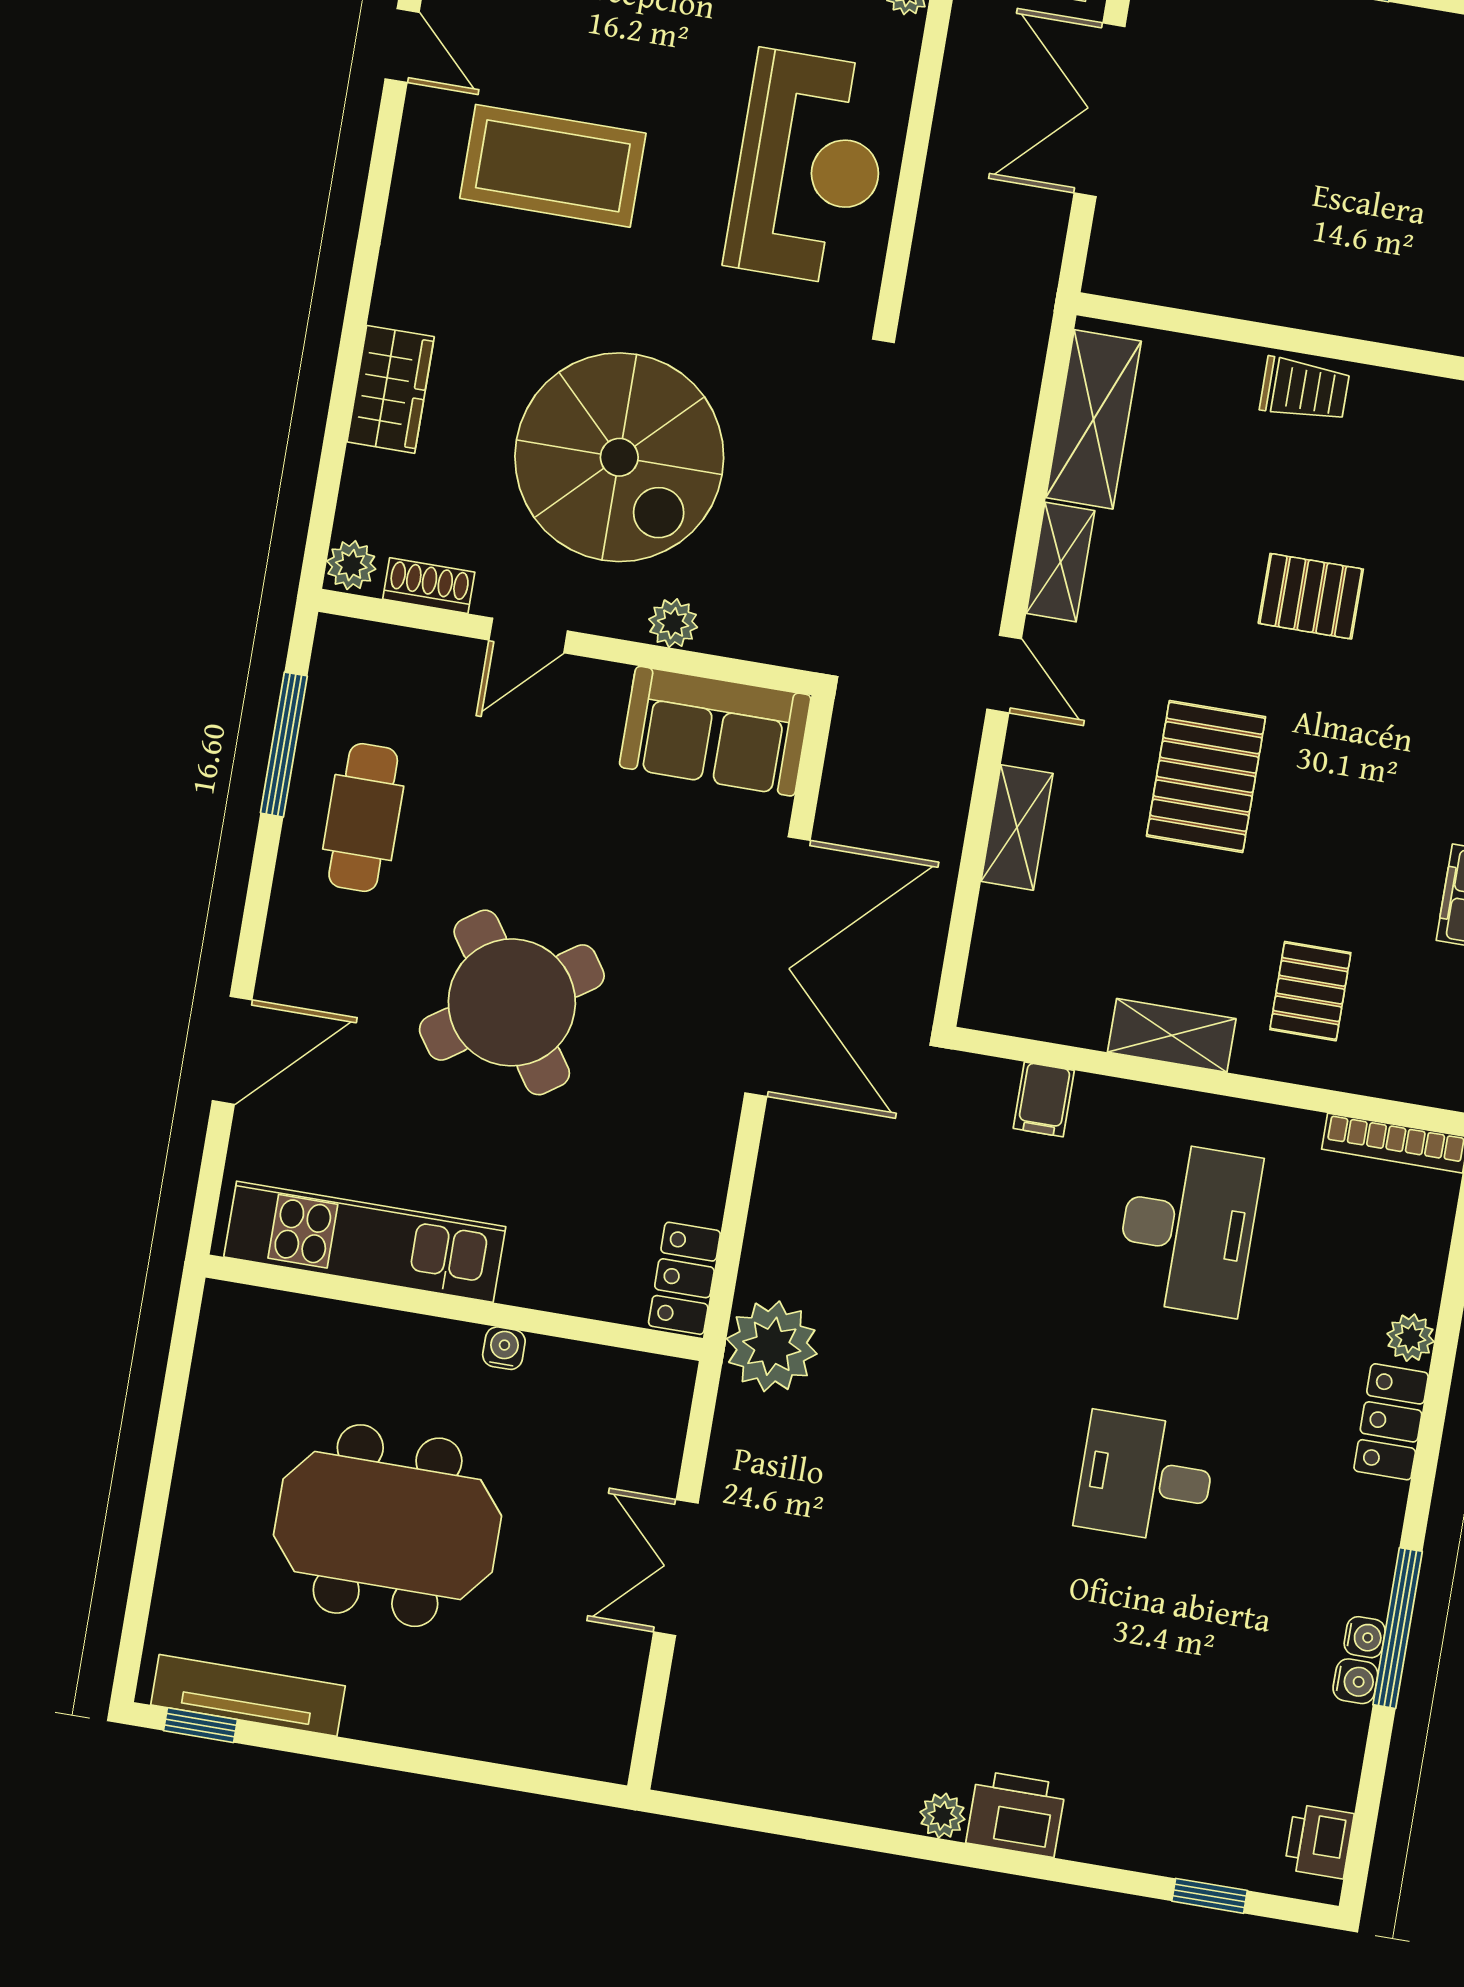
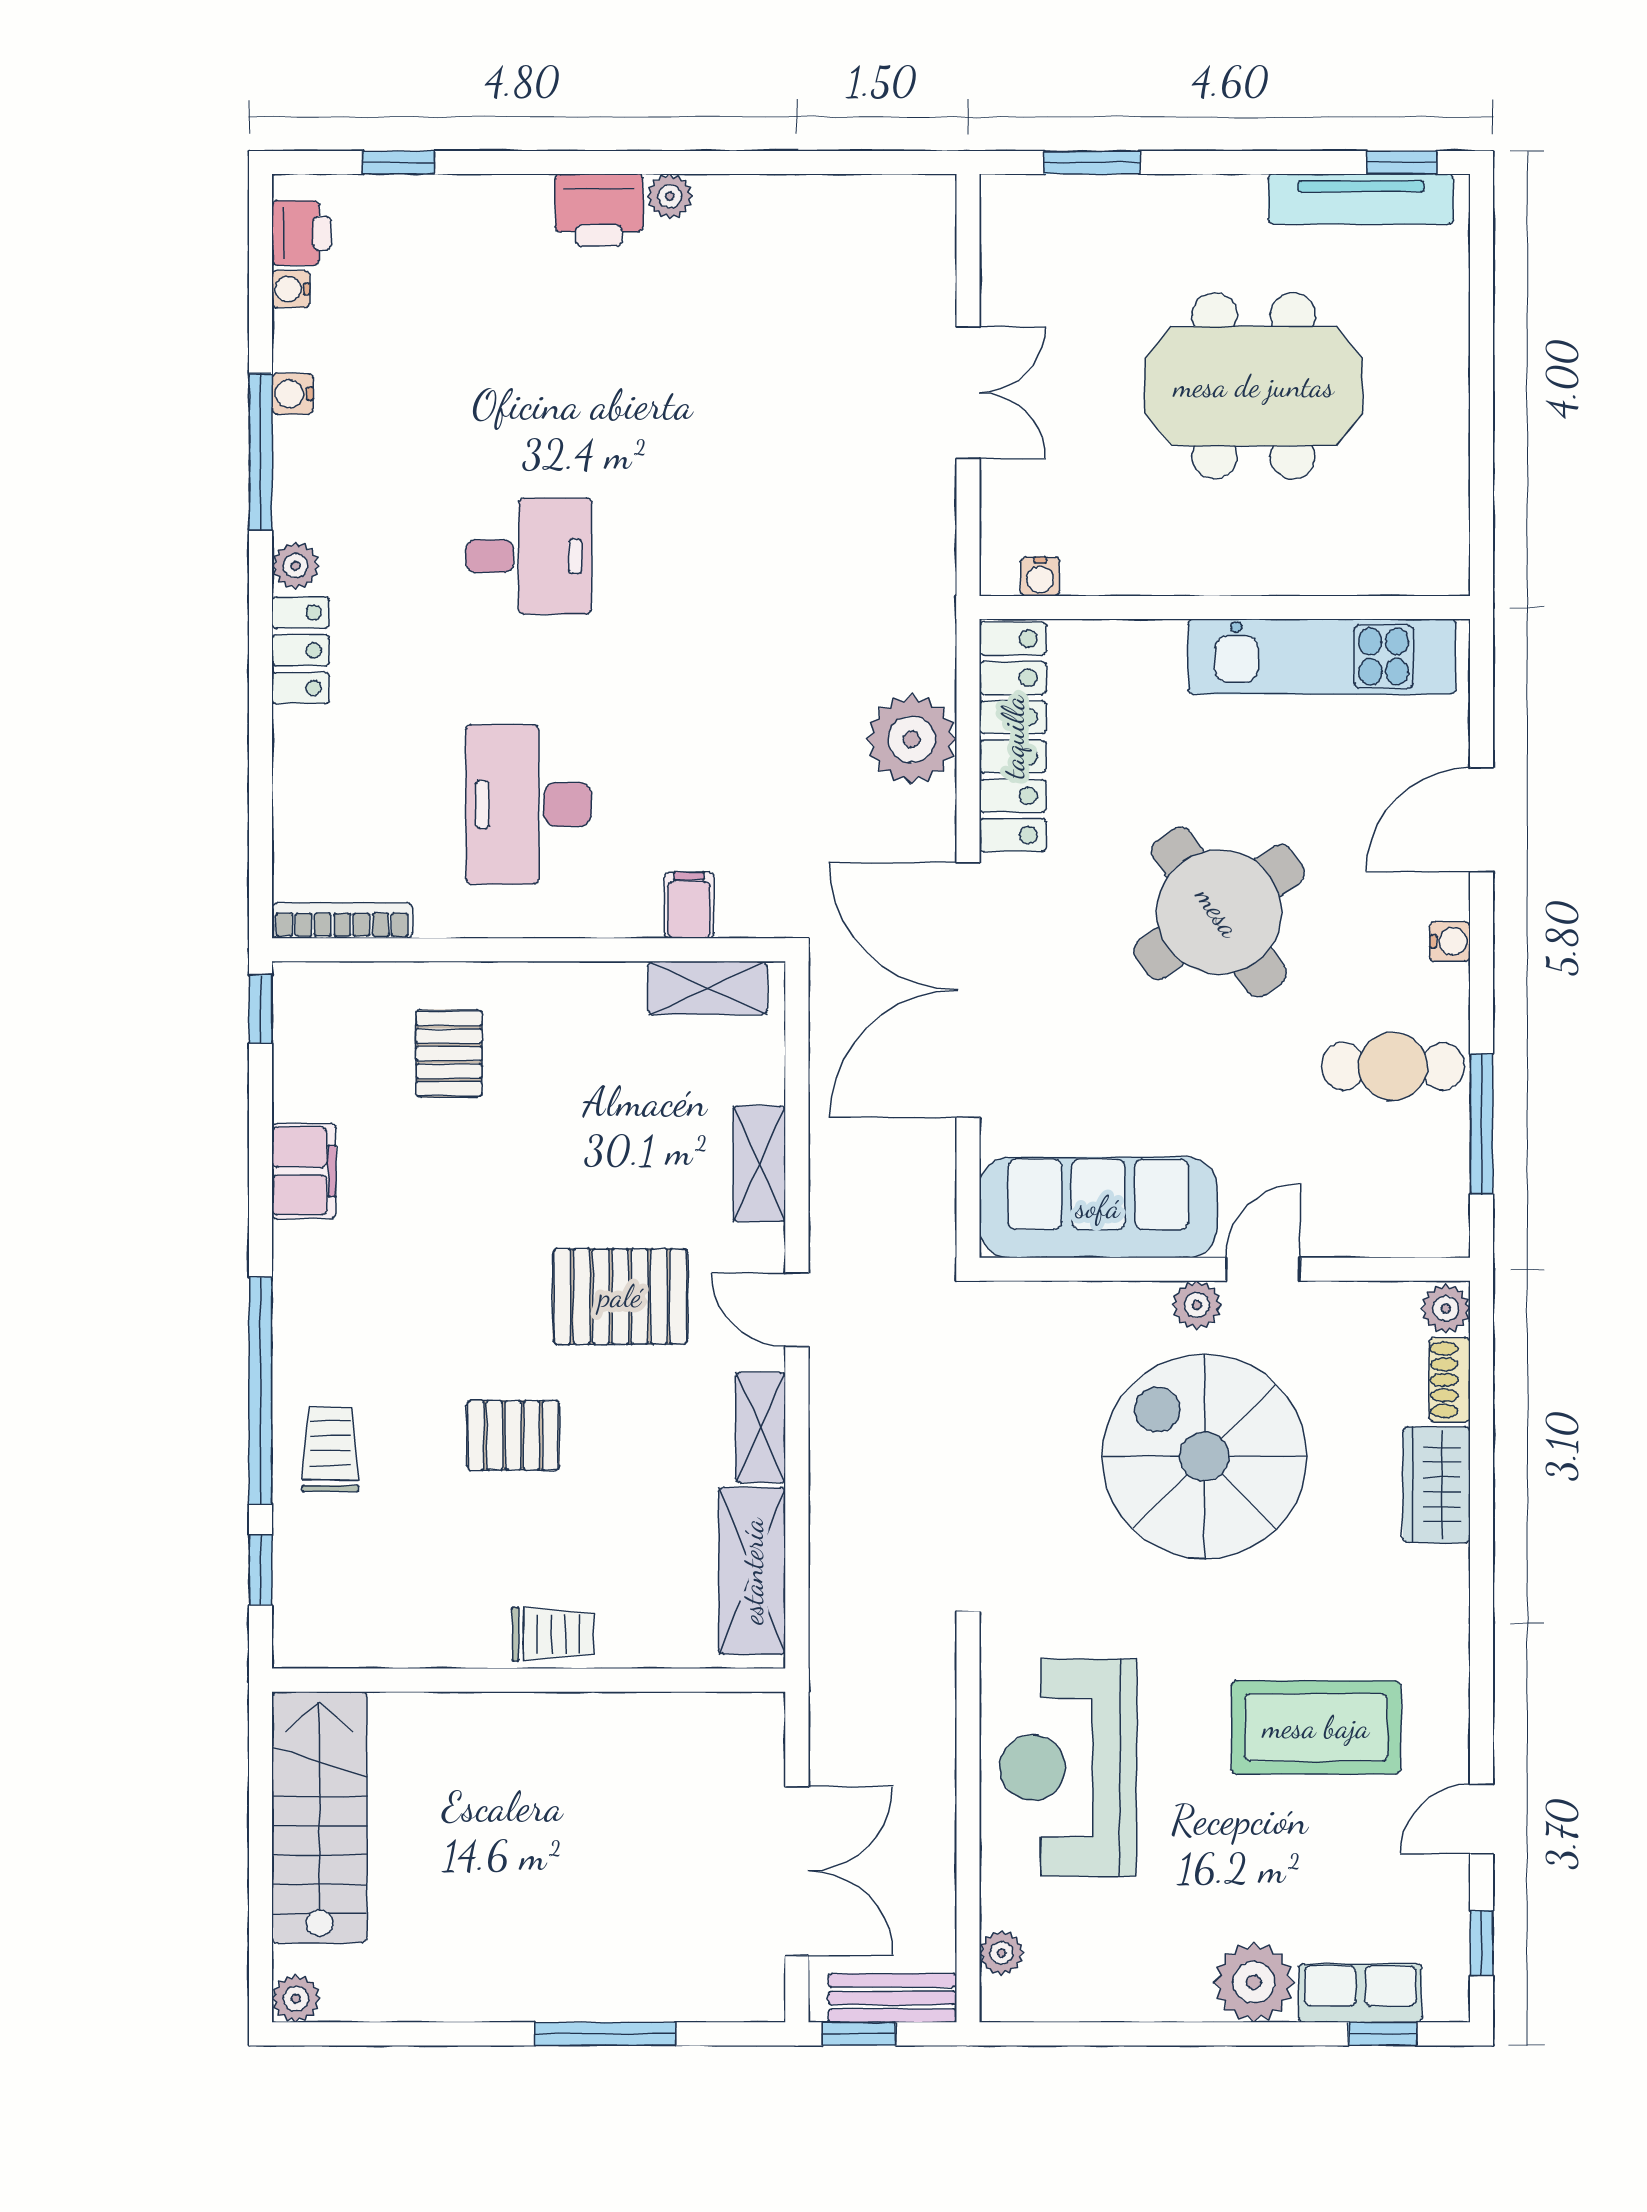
door: (402, 46) -> (1482, 1819), hinge flipped
trolley: (1305, 390) -> (553, 1634), turned 180
shoe rack: (429, 586) -> (1450, 1380), moved, turned 90
plant: (673, 623) -> (1197, 1305), moved
sofa: (715, 731) -> (1098, 1207), width x1.36
pallet: (1206, 777) -> (620, 1296), moved, turned 90
cafe table: (363, 818) -> (1393, 1066), turned 90
water cooler: (285, 934) -> (1450, 941), added
shelving: (1172, 1035) -> (708, 988), moved
locker: (684, 1278) -> (1013, 737), width x2.16, depth x1.21
plant: (1411, 1338) -> (295, 566), moved
plant: (772, 1346) -> (912, 739), moved
water cooler: (504, 1348) -> (1040, 576), moved
water cooler: (1365, 1637) -> (291, 289), moved
window: (512, 1778) -> (1092, 162), added

